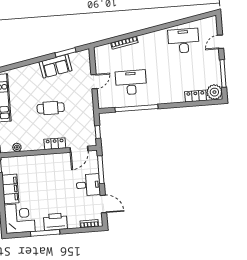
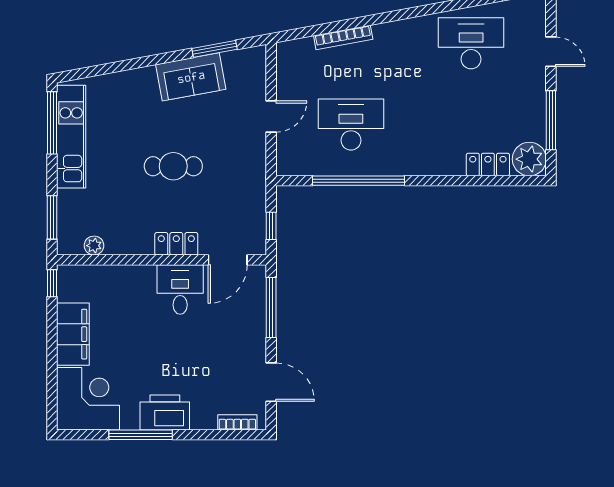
door: (221, 42) -> (551, 52), swing flipped
desk: (88, 185) -> (180, 289), moved, turned -90

